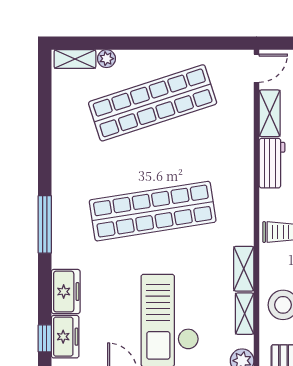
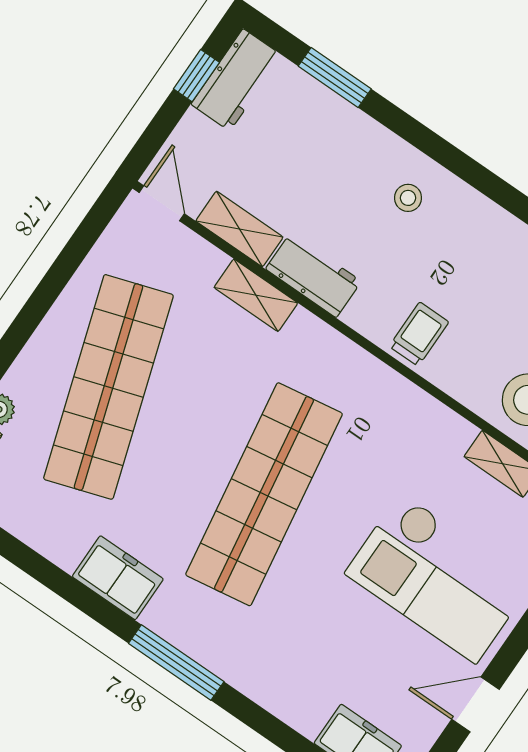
shelving: (244, 269) -> (256, 295), moved
freezer: (66, 292) -> (118, 578), moved

